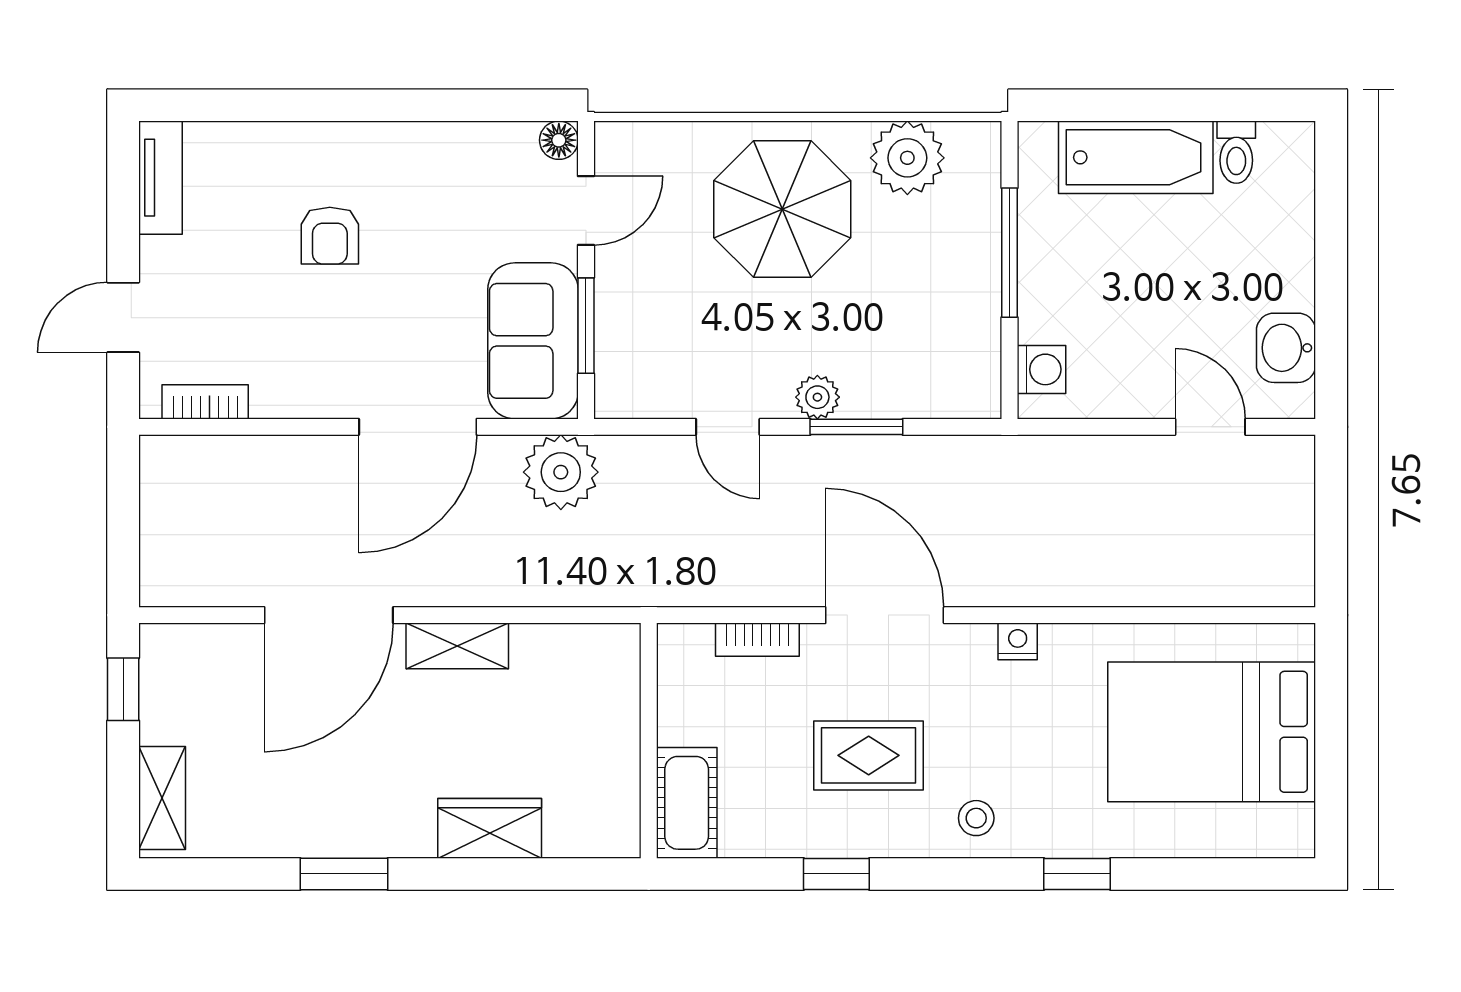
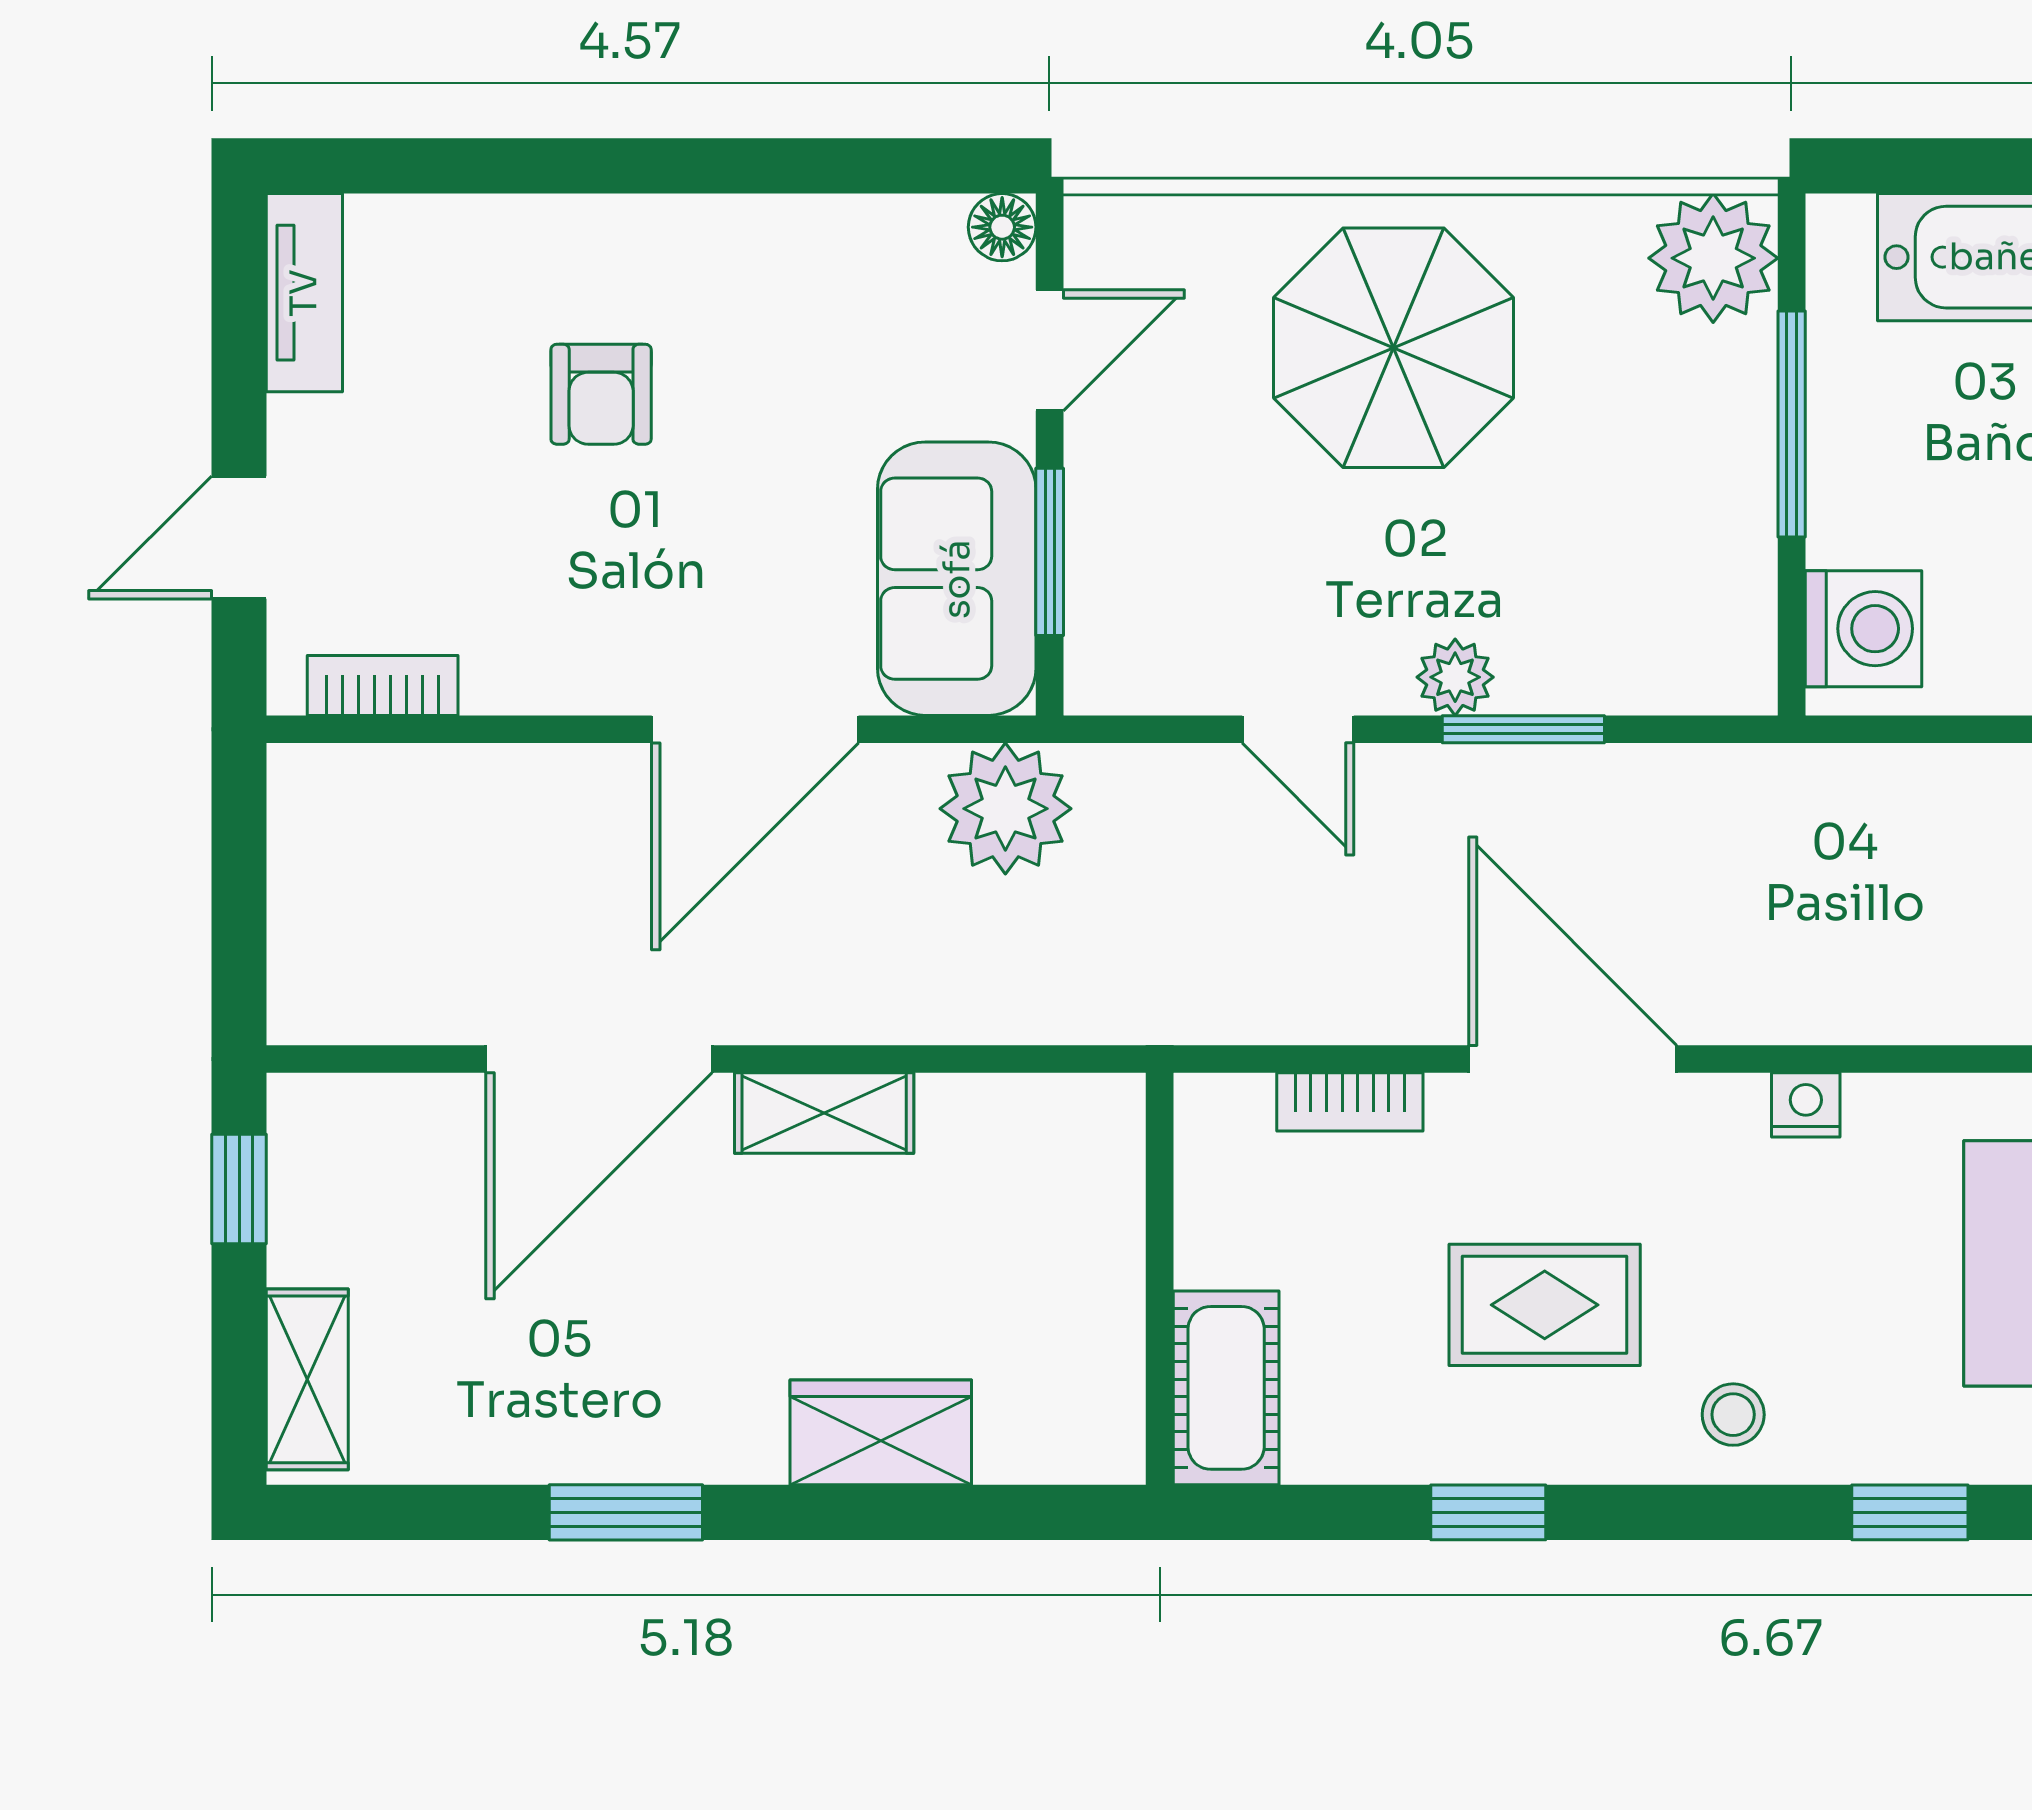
plant: (907, 158) -> (1713, 258), moved
washing machine: (1041, 369) -> (1863, 629), width x1.38, depth x1.38

